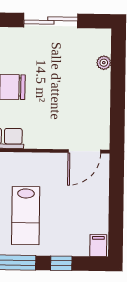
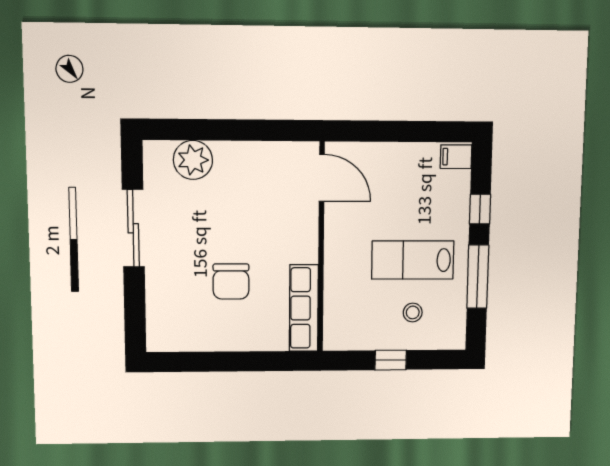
plant: (104, 63) -> (193, 160), width x1.87, depth x1.87
lab bench: (26, 216) -> (413, 260), turned 180

